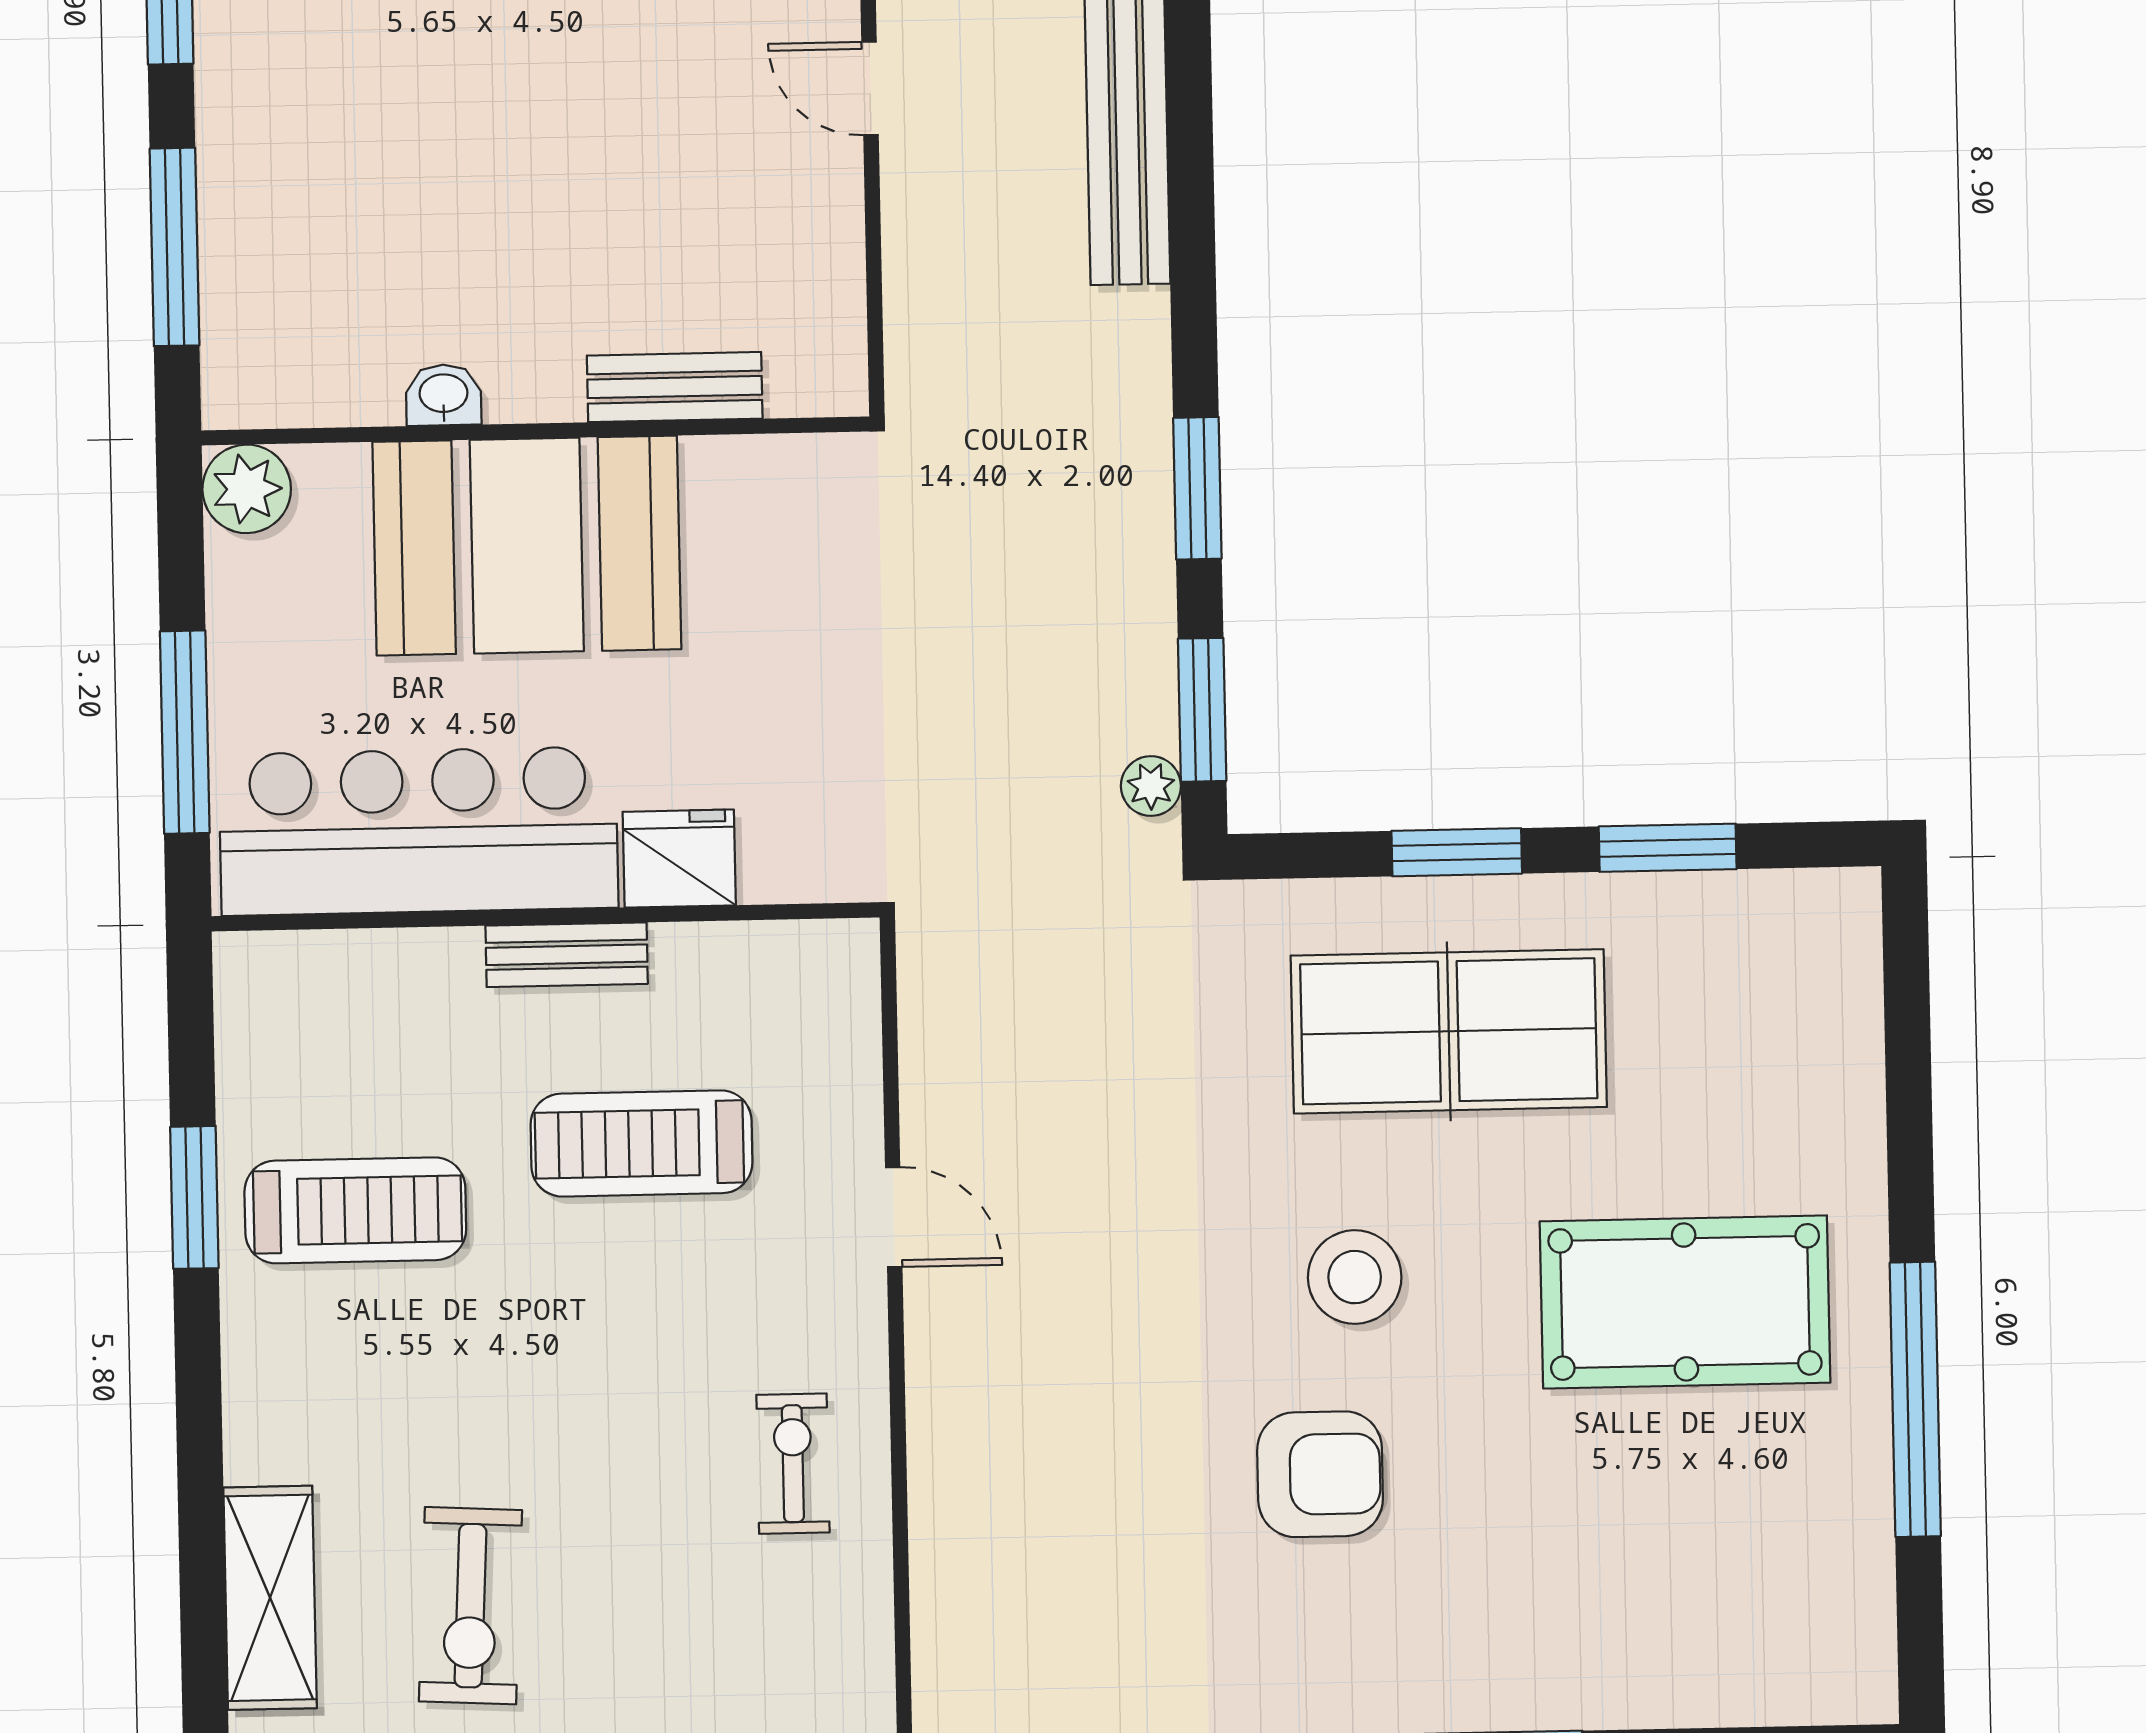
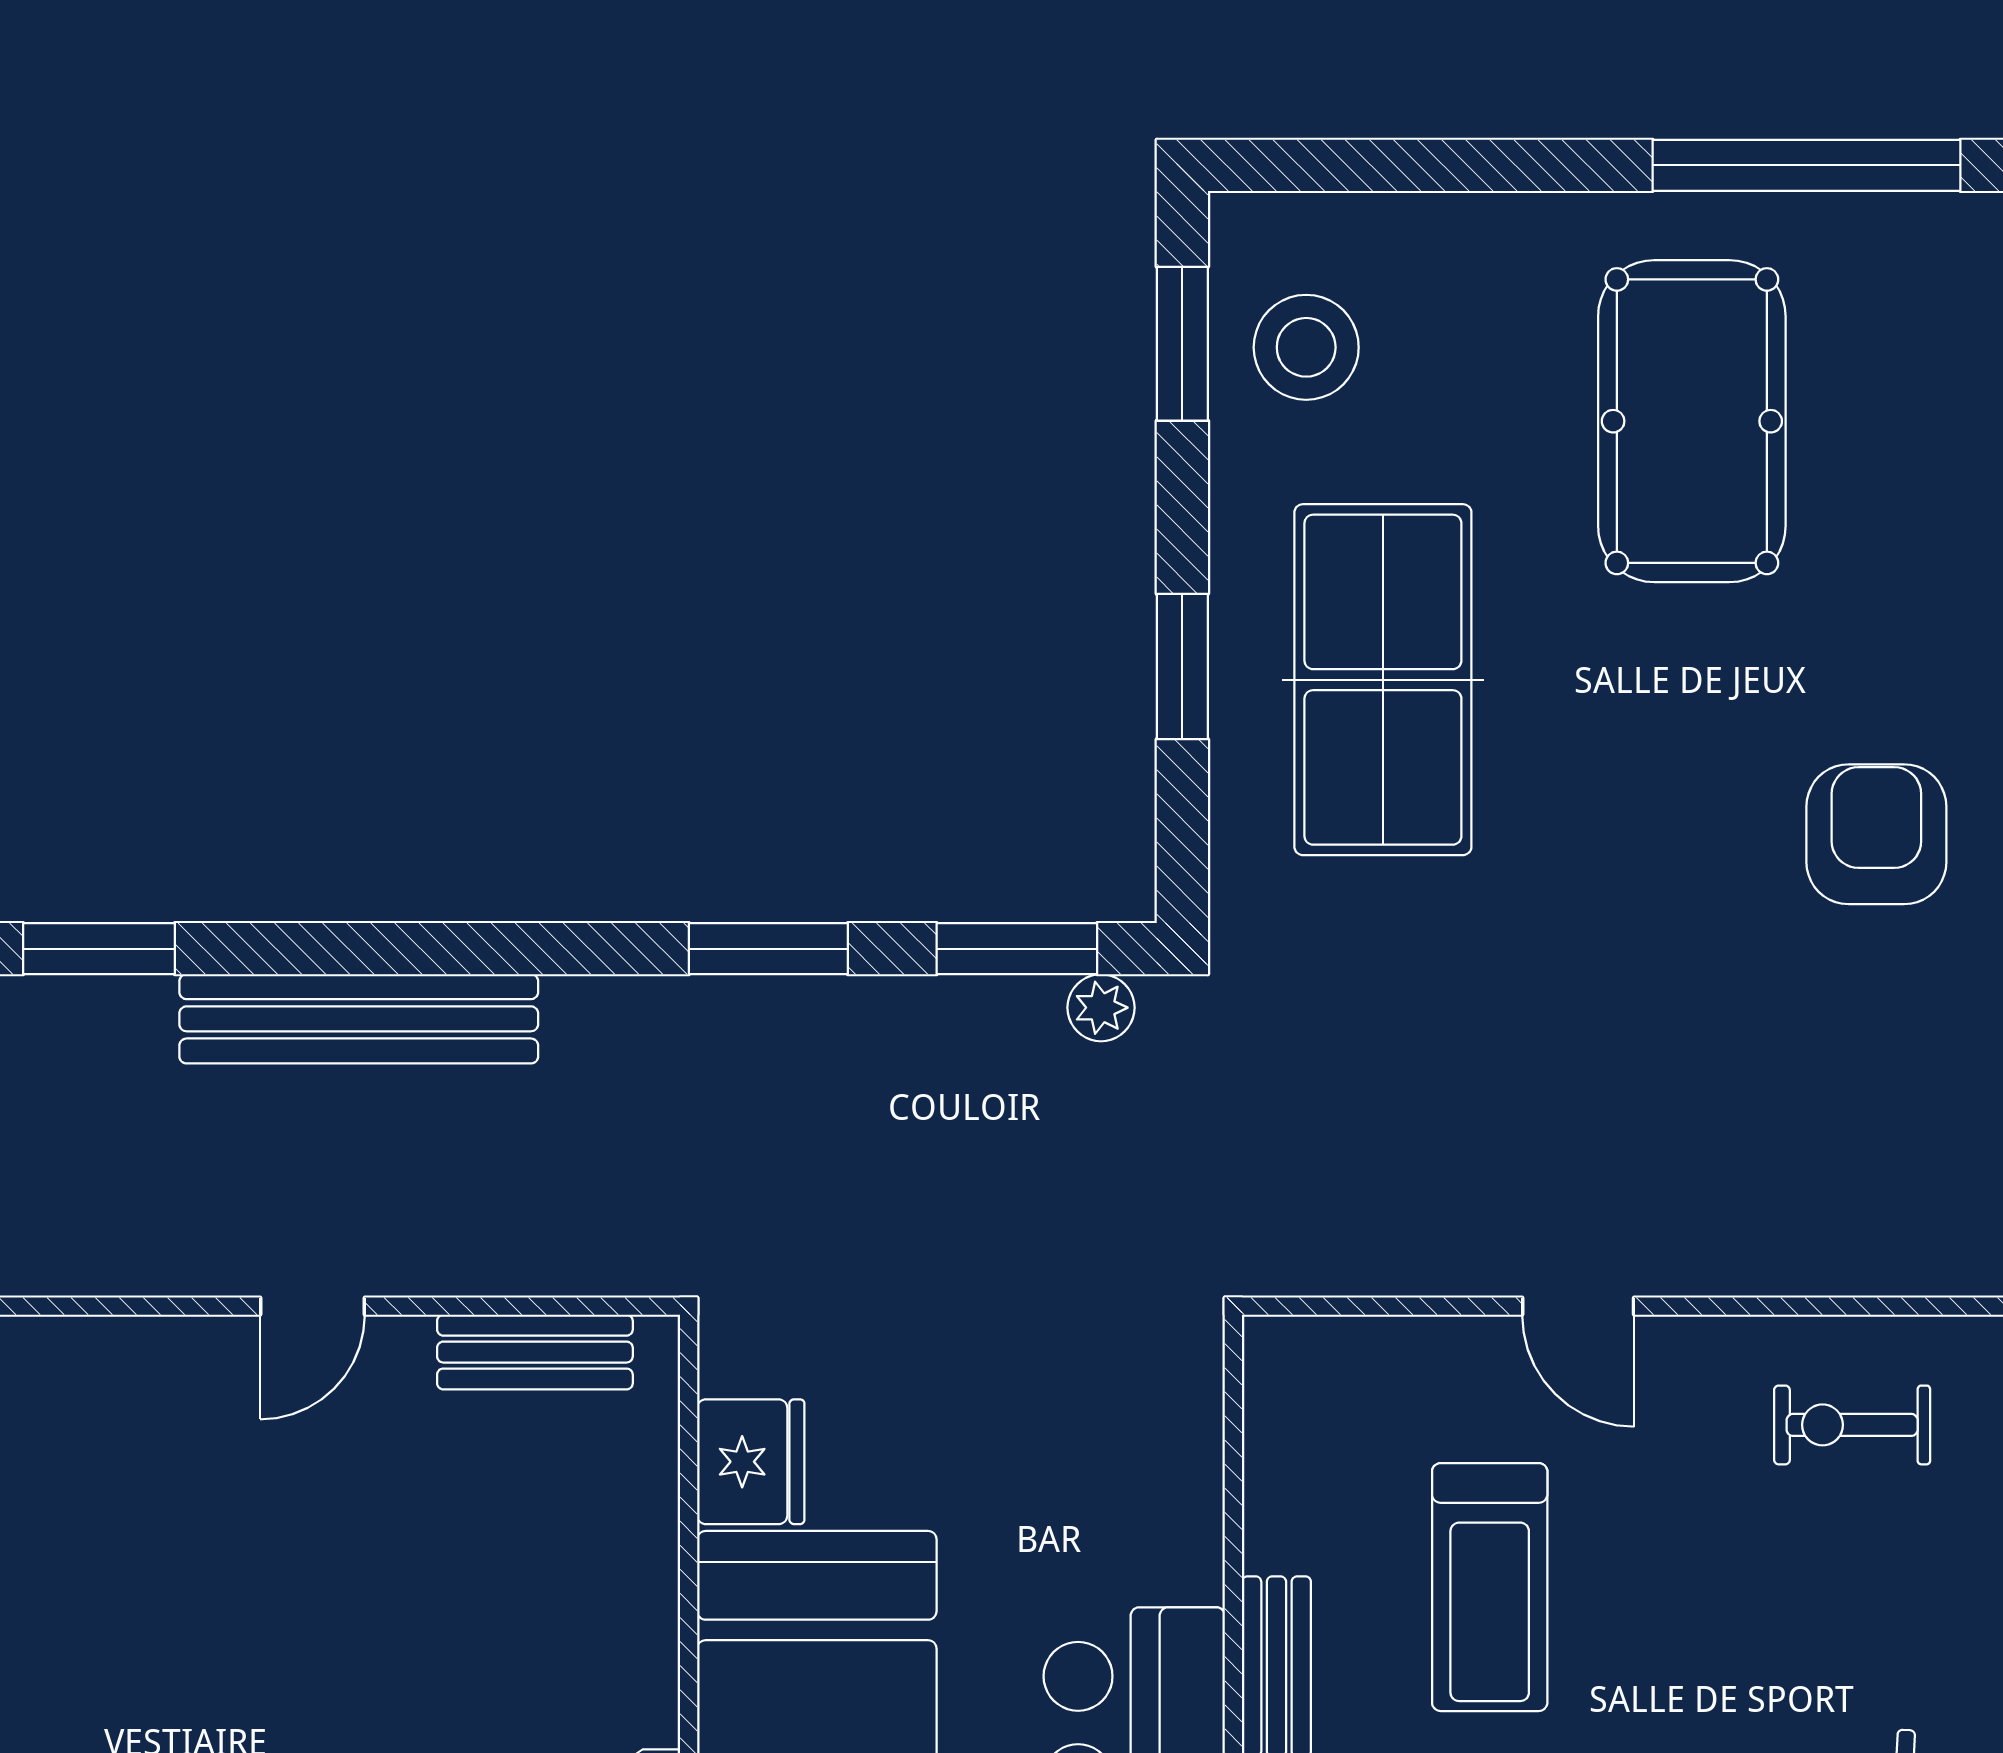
bench: (675, 387) -> (535, 1352), moved, turned 90
window: (1668, 848) -> (1182, 344), moved
fridge: (679, 859) -> (751, 1462), moved, turned 180
door: (894, 1217) -> (1578, 1306), swing flipped
stool: (1355, 1277) -> (1306, 347), moved

